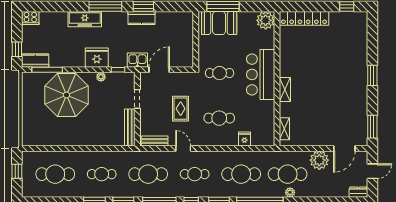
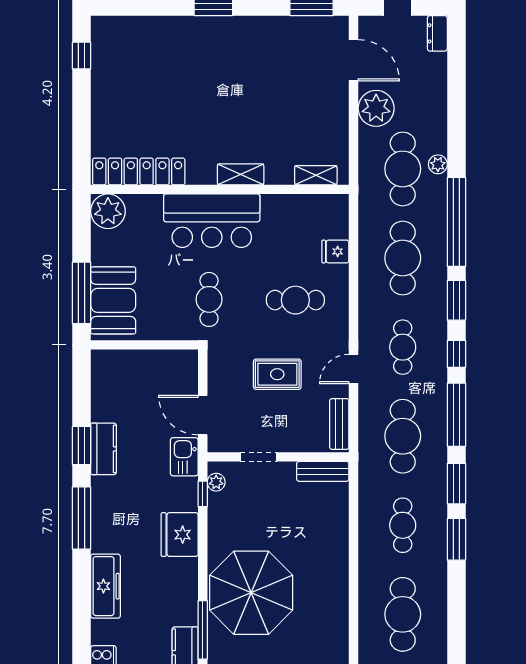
locker: (304, 18) -> (139, 171), moved, turned -90
freezer: (85, 19) -> (106, 586), moved
plant: (101, 77) -> (216, 482), moved
cafe table: (219, 118) -> (295, 300), turned 90
bench: (130, 127) -> (323, 471), width x0.73

